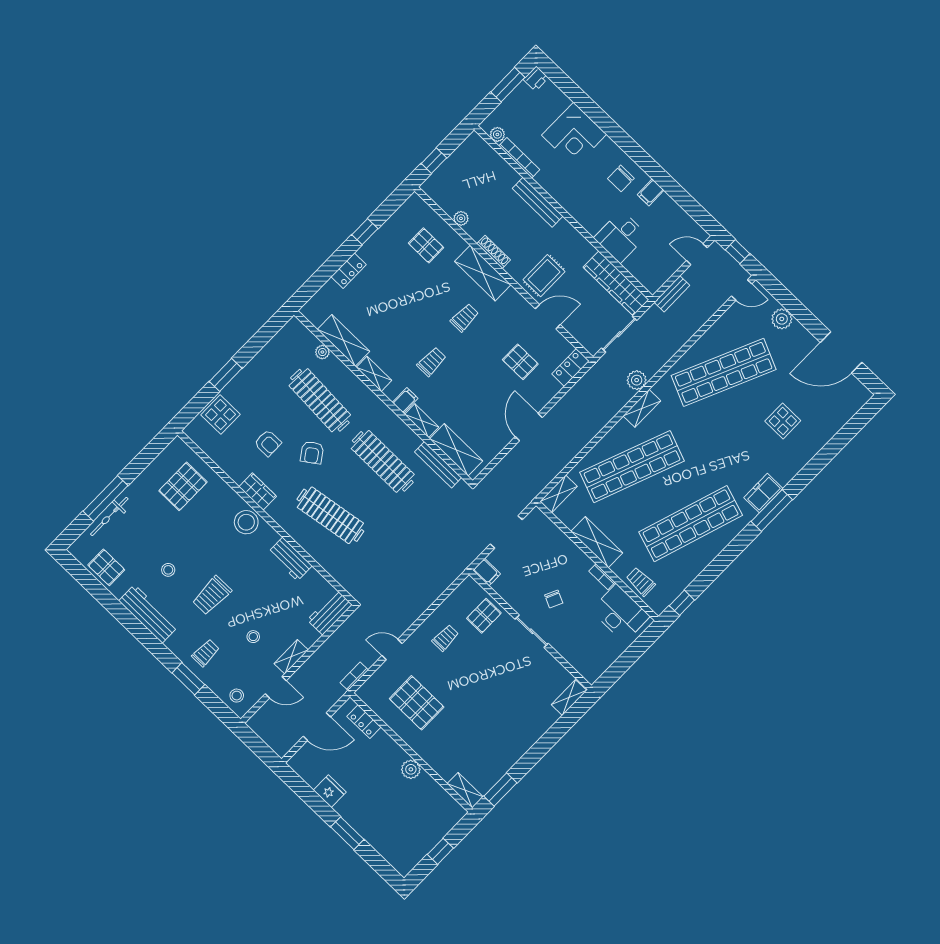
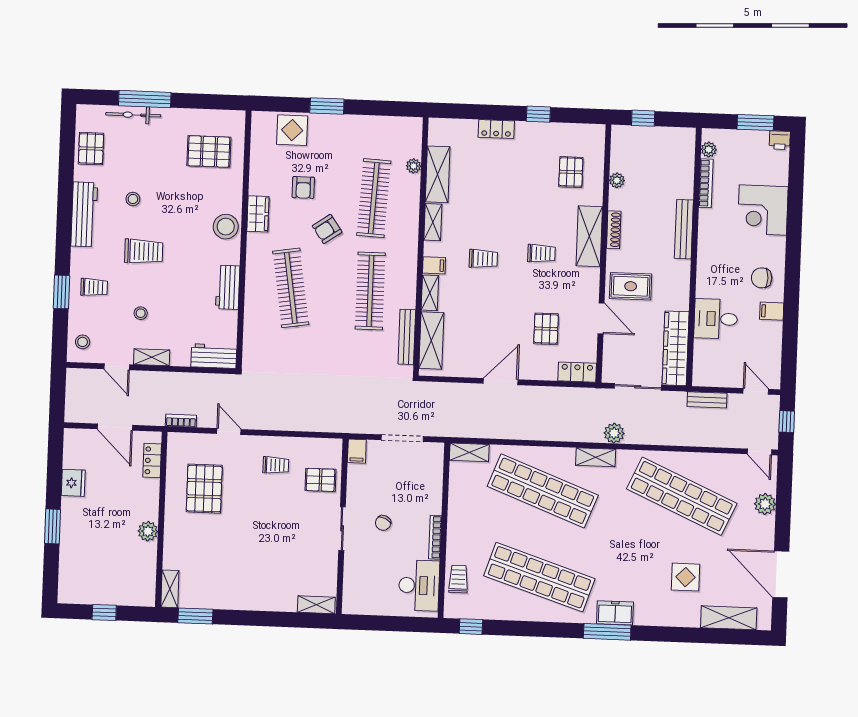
shelving: (597, 542) -> (729, 618), moved, turned 90
bookcase: (602, 577) -> (435, 537), width x1.56
trolley: (212, 595) -> (144, 251), turned 180

